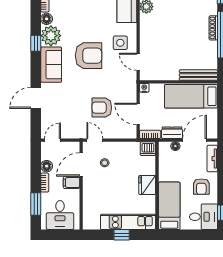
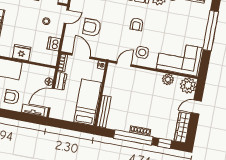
armchair: (89, 56) -> (137, 24), width x0.53, depth x0.53
armchair: (102, 108) -> (92, 27), turned -90
door: (138, 114) -> (81, 56), hinge flipped
door: (195, 140) -> (51, 98), swing flipped
dishwasher: (148, 149) -> (54, 44), moved

